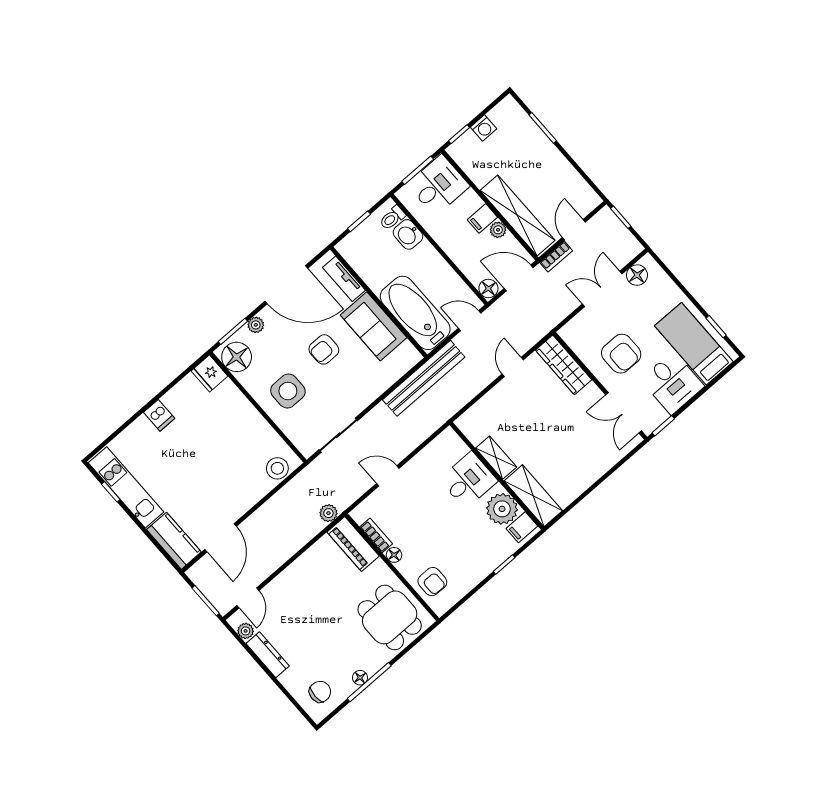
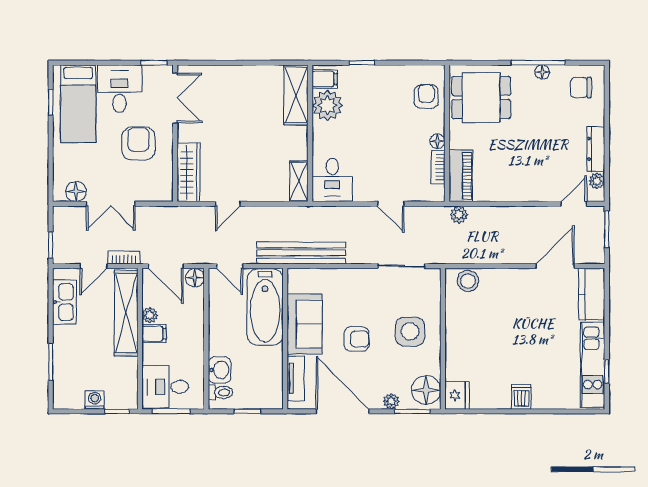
kitchen sink: (572, 183) -> (64, 302), added
shelving: (496, 458) -> (299, 181), moved
desk: (468, 480) -> (332, 180), moved, turned -90
dining table: (390, 617) -> (481, 98), turned 90

